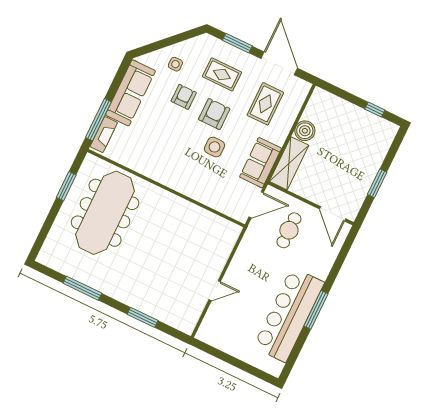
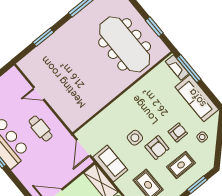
armchair: (184, 97) -> (178, 132), turned -90
cafe table: (289, 230) -> (41, 129), moved
door: (215, 291) -> (39, 94), hinge flipped

